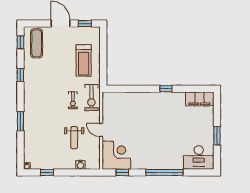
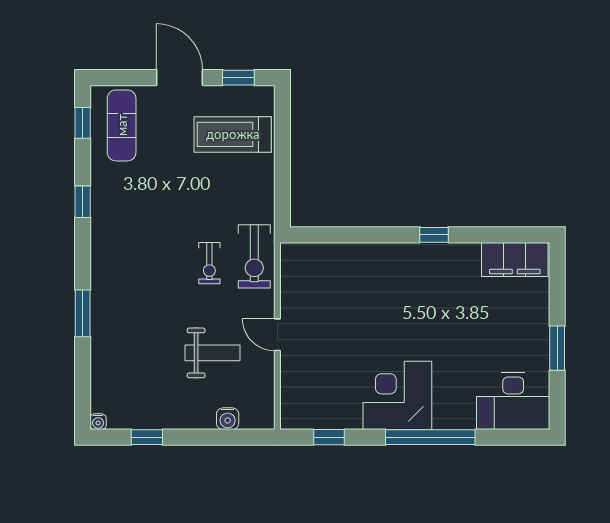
treadmill: (84, 60) -> (233, 134), moved, turned 90
weight bench: (74, 138) -> (213, 353), turned -90
corner desk: (116, 155) -> (397, 395), moved, turned -90

